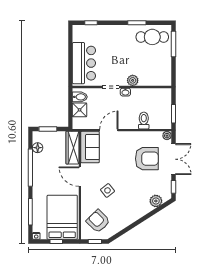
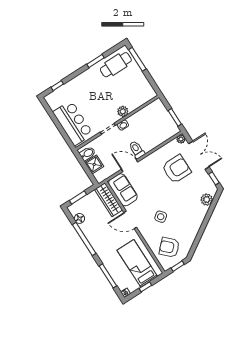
toilet: (144, 120) -> (137, 150), moved
door: (109, 130) -> (130, 166), hinge flipped
bed: (62, 217) -> (137, 263), width x0.67

